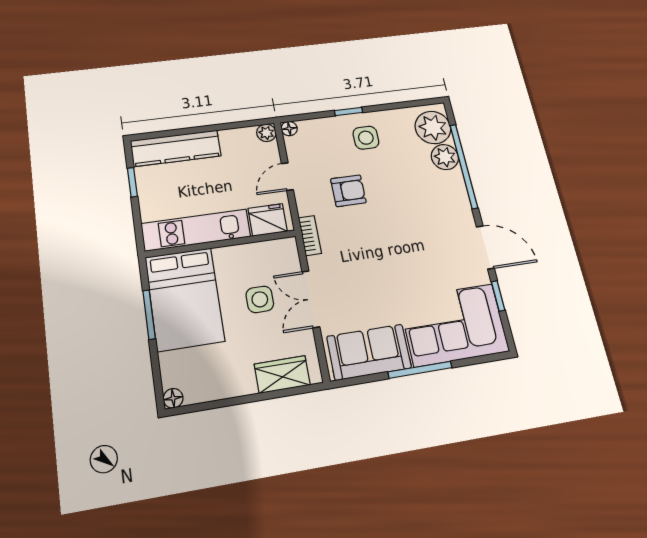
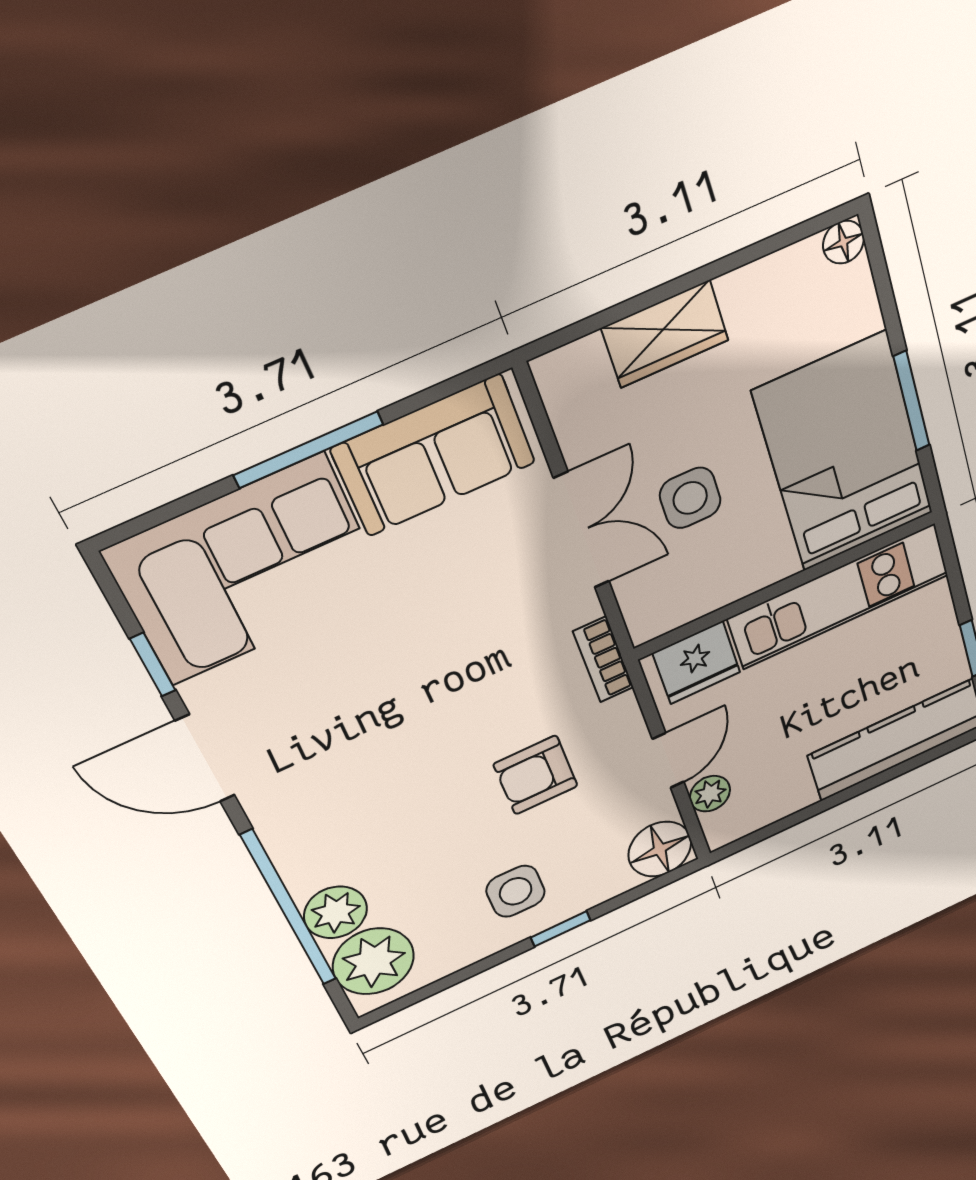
floor lamp: (289, 129) -> (660, 849), width x1.89, depth x1.89
plant: (266, 133) -> (710, 794), moved
wardrobe: (282, 375) -> (665, 334), moved

